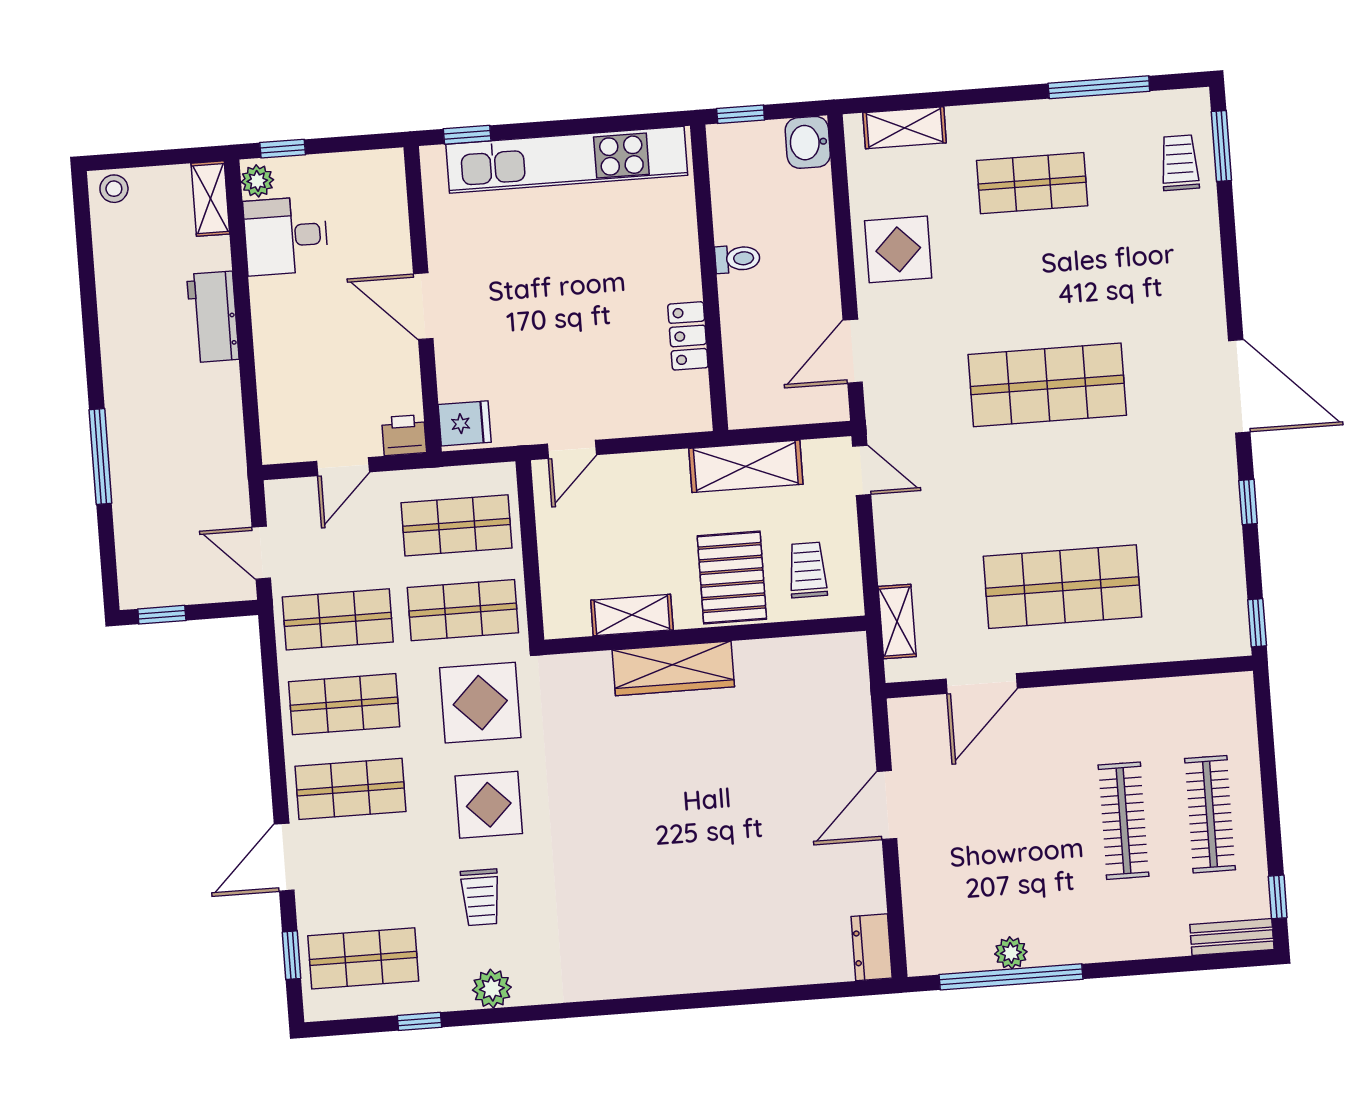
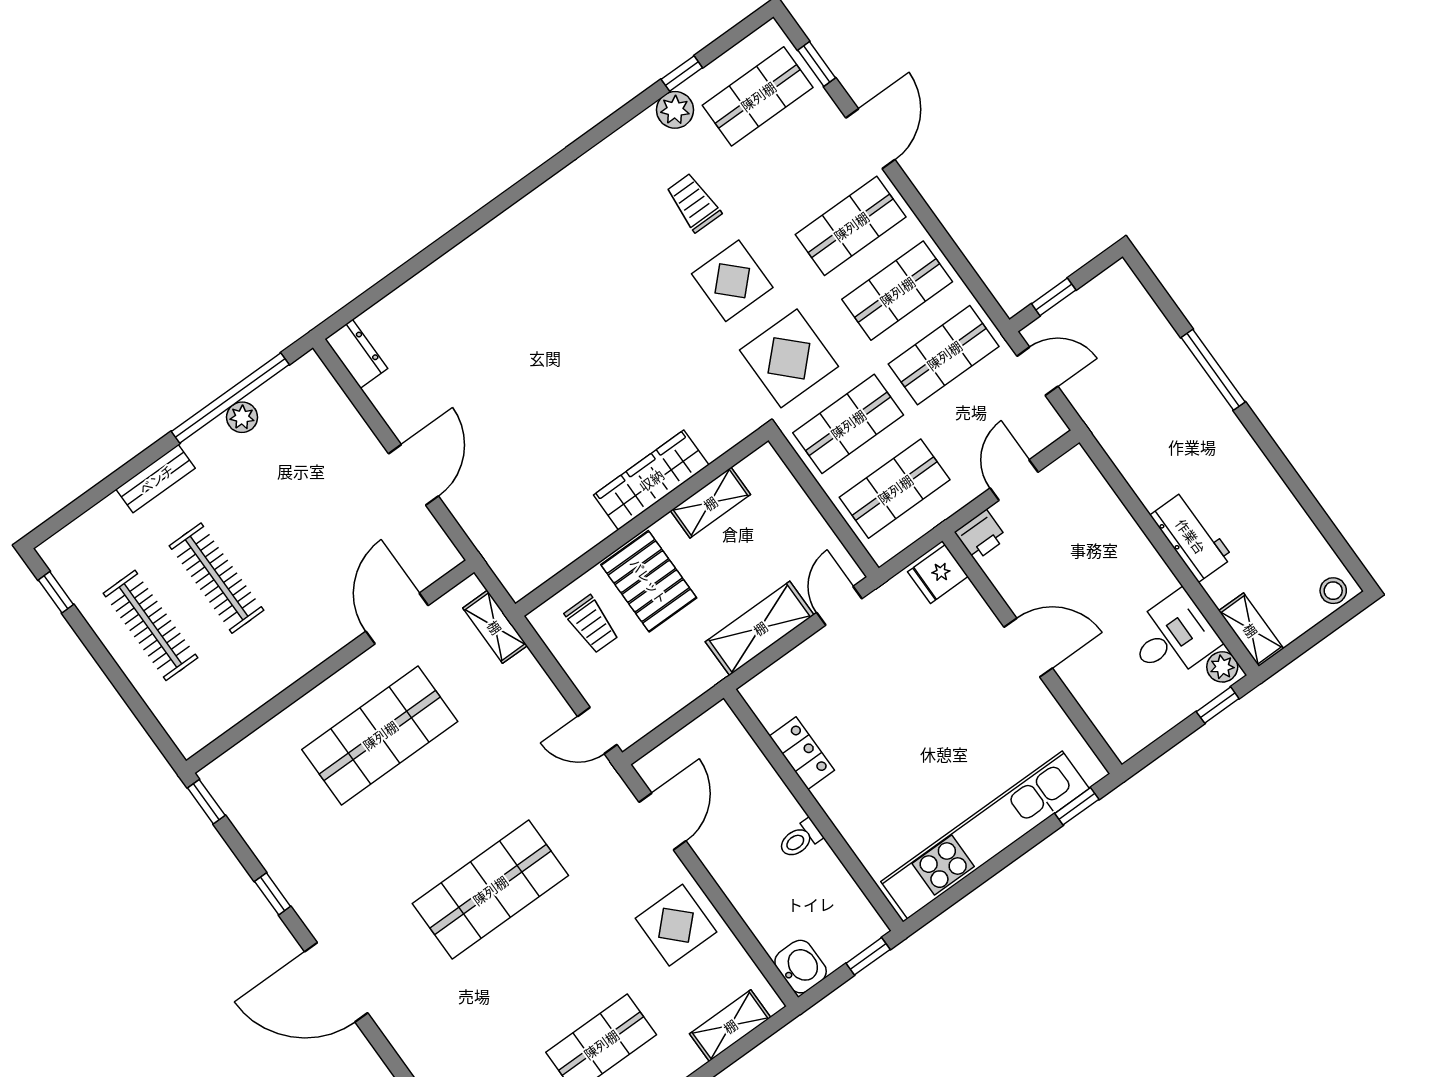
shelving: (746, 466) -> (760, 628), moved
window: (162, 615) -> (1054, 297), moved
bench: (1232, 937) -> (156, 479), moved
plant: (492, 989) -> (675, 110), moved

